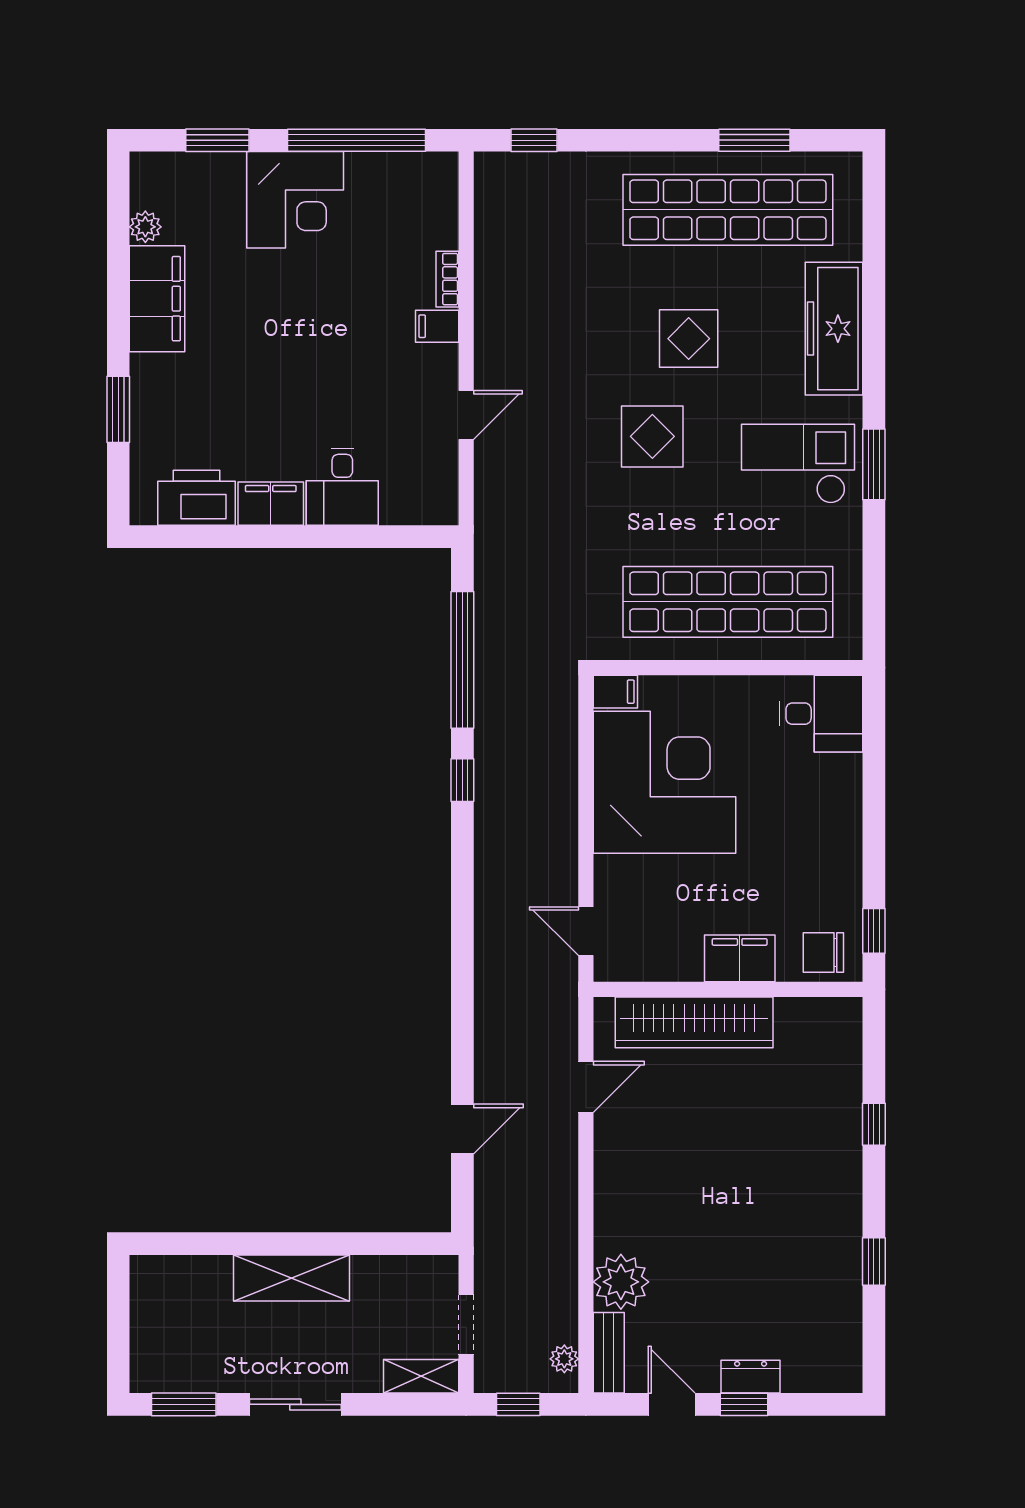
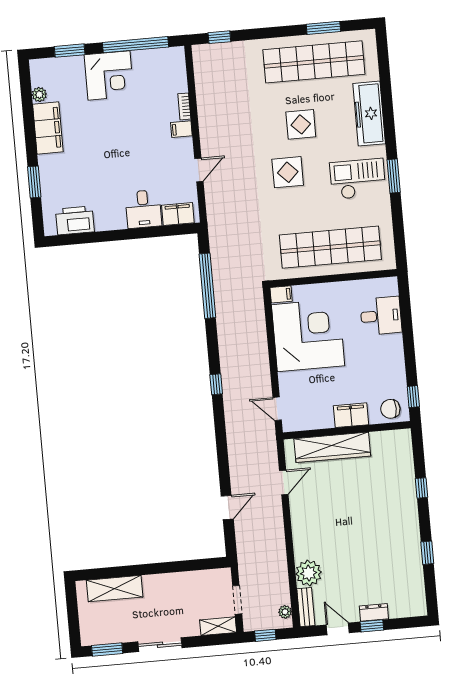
filing cabinet: (271, 504) -> (178, 214), moved
desk: (821, 714) -> (381, 316), moved
window: (462, 780) -> (216, 384), moved
shelving: (291, 1278) -> (115, 589), moved

